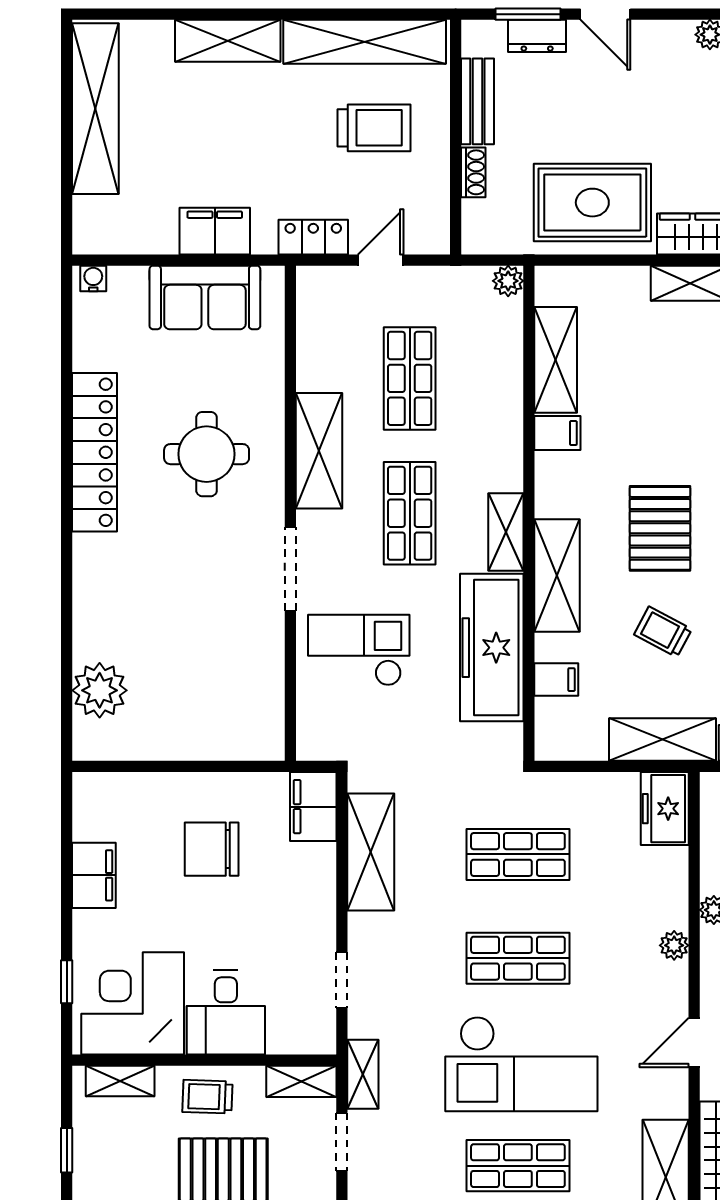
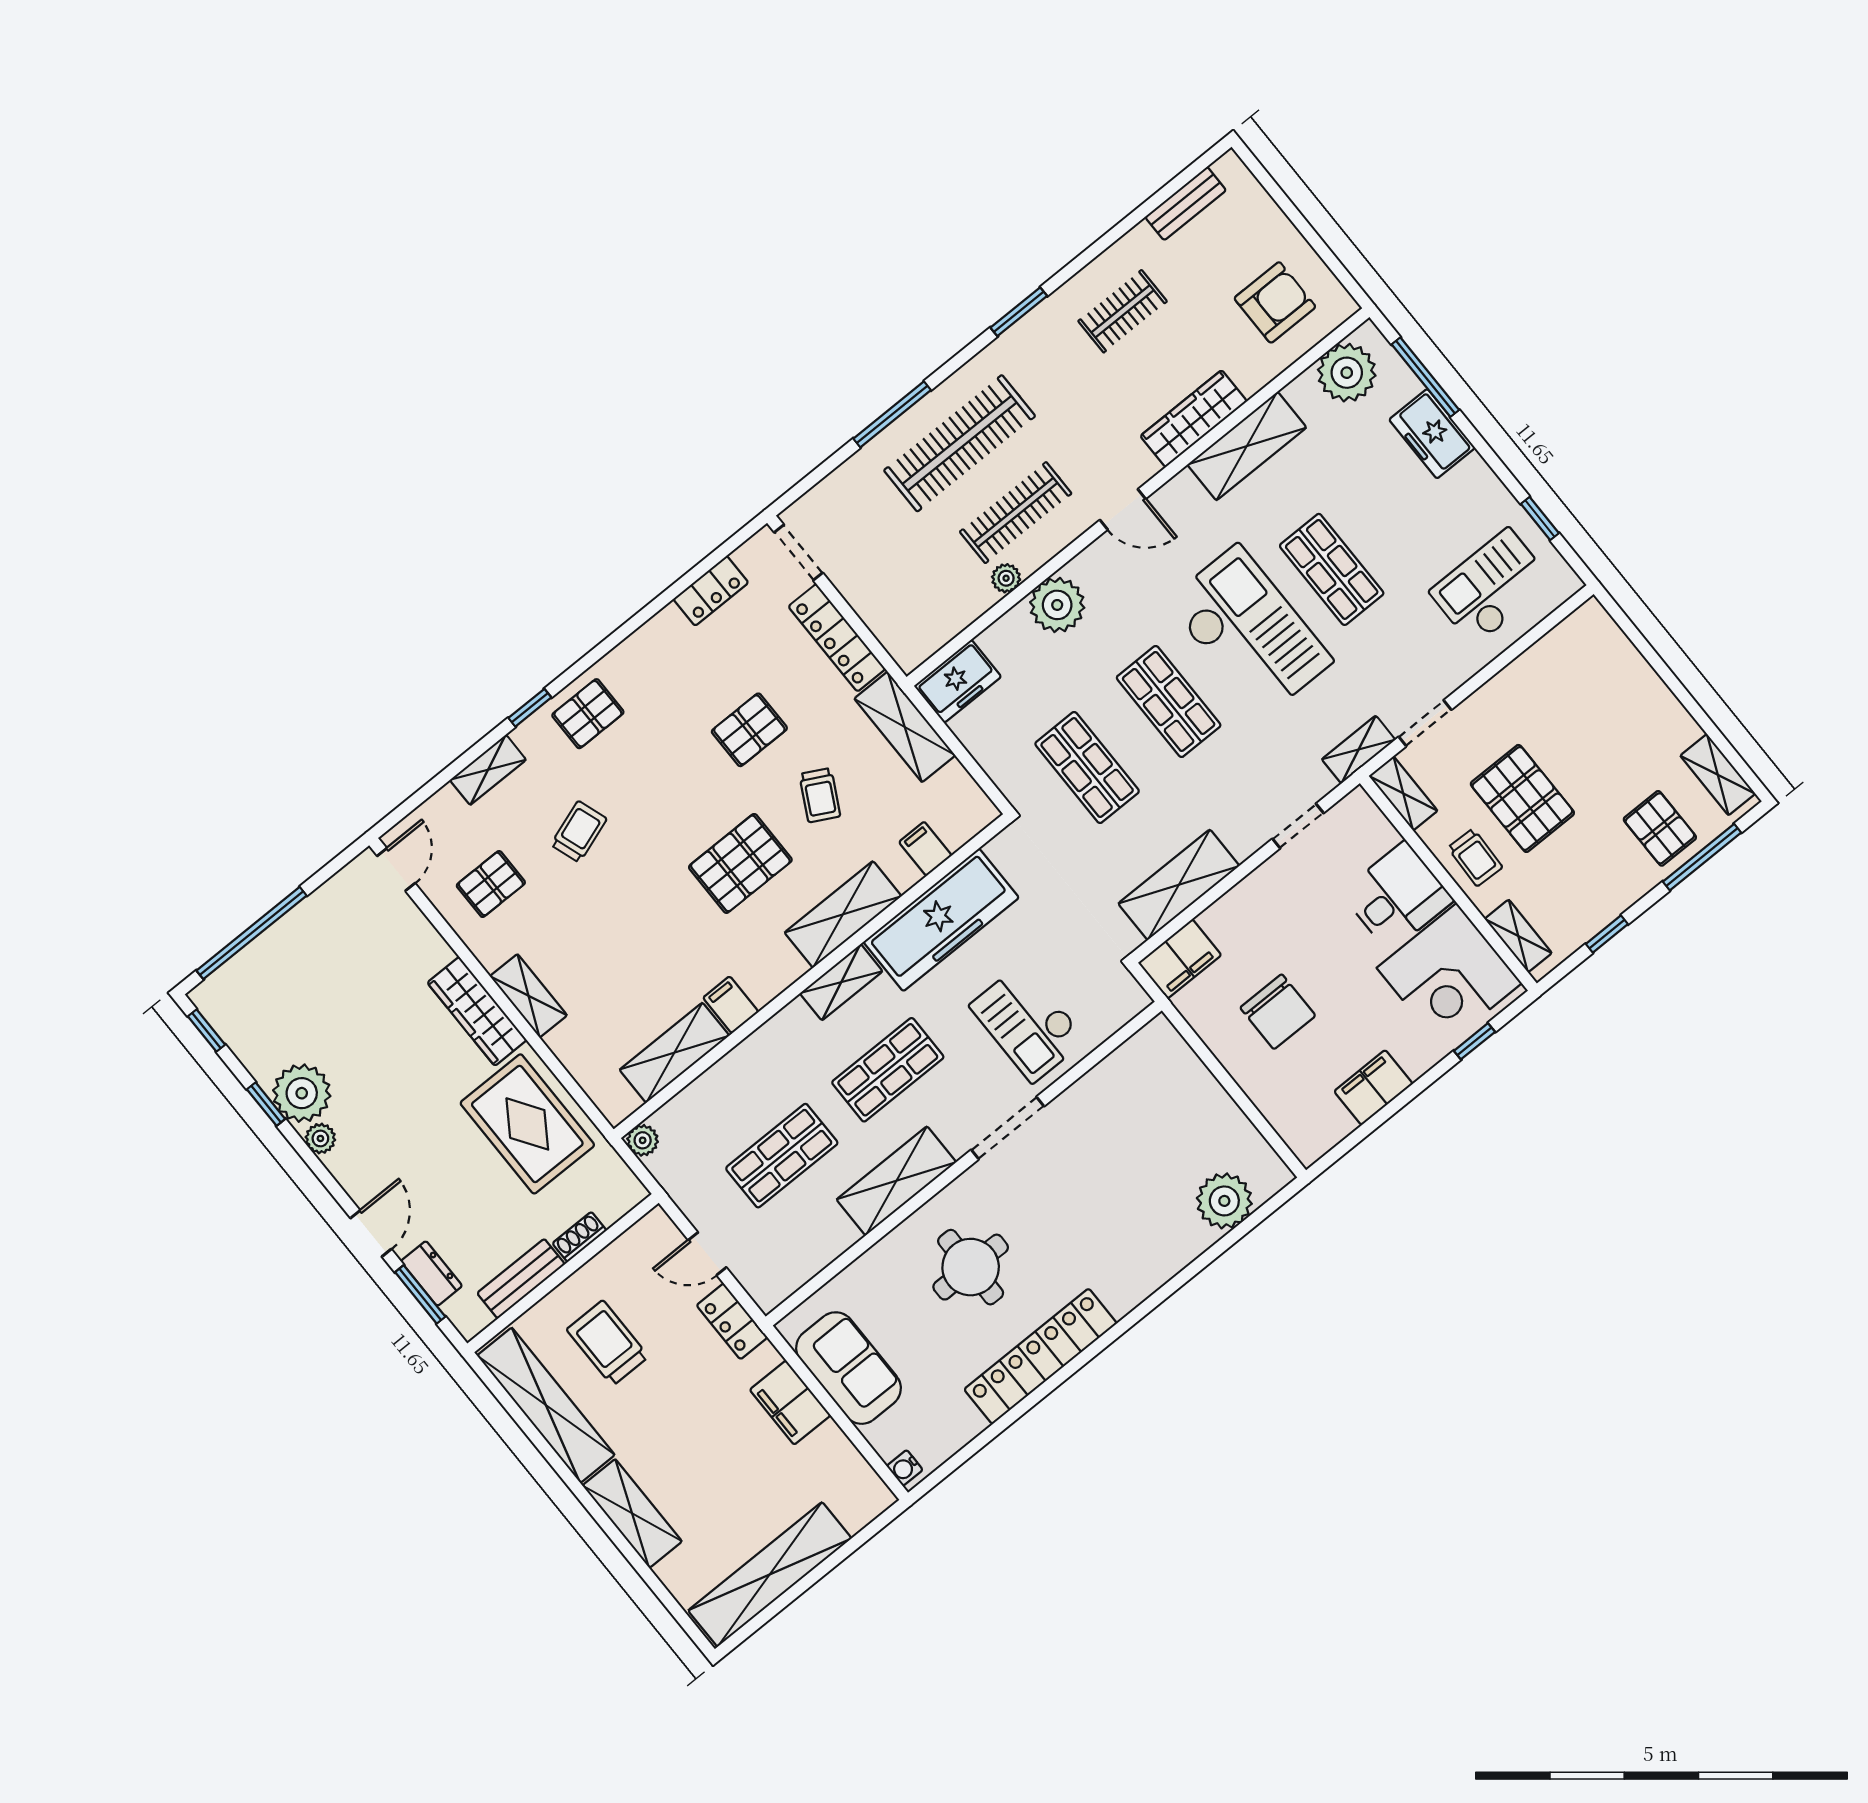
plant: (674, 945) -> (1057, 605), width x1.87, depth x1.87

